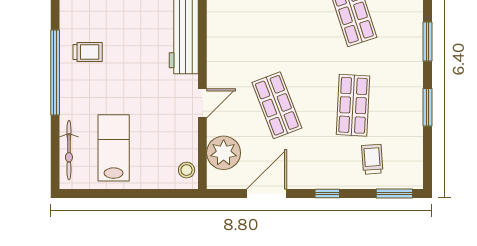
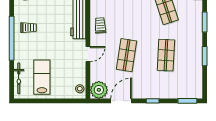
shop shelf: (277, 105) -> (127, 55), turned 30
plant: (224, 153) -> (99, 90), moved
trolley: (372, 159) -> (100, 25), moved

